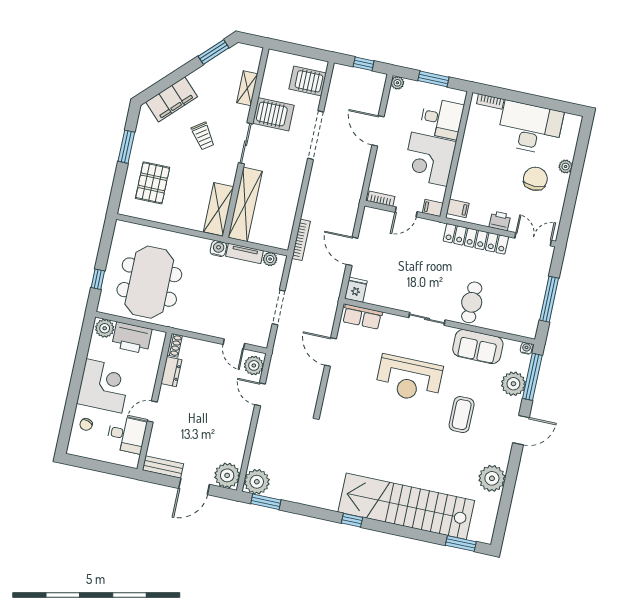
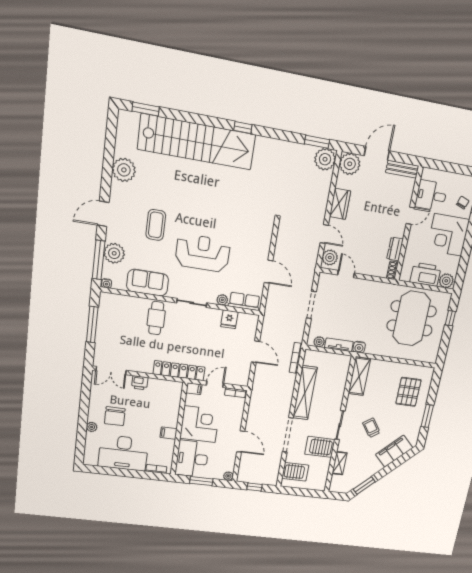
desk: (442, 119) -> (192, 459), width x1.37
shelving: (245, 204) -> (305, 393), moved
filing cabinet: (458, 208) -> (169, 433), moved
locker: (476, 239) -> (179, 371), moved
fridge: (356, 290) -> (229, 319), moved
plant: (389, 320) -> (222, 300), added
wardrobe: (240, 429) -> (340, 204), added

